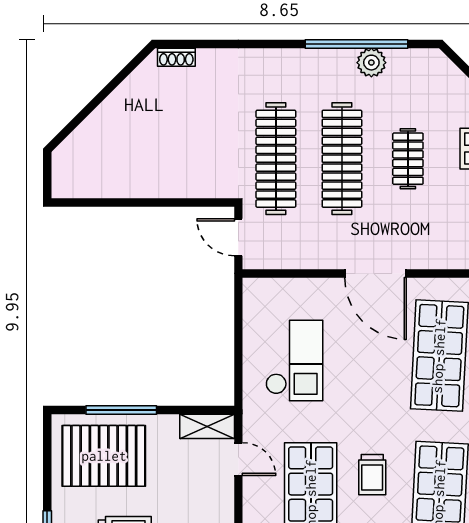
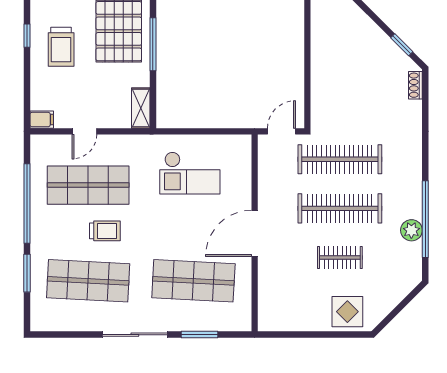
window: (122, 76) -> (402, 45), added
door: (238, 459) -> (84, 131), moved
trolley: (372, 475) -> (105, 231), turned 180

